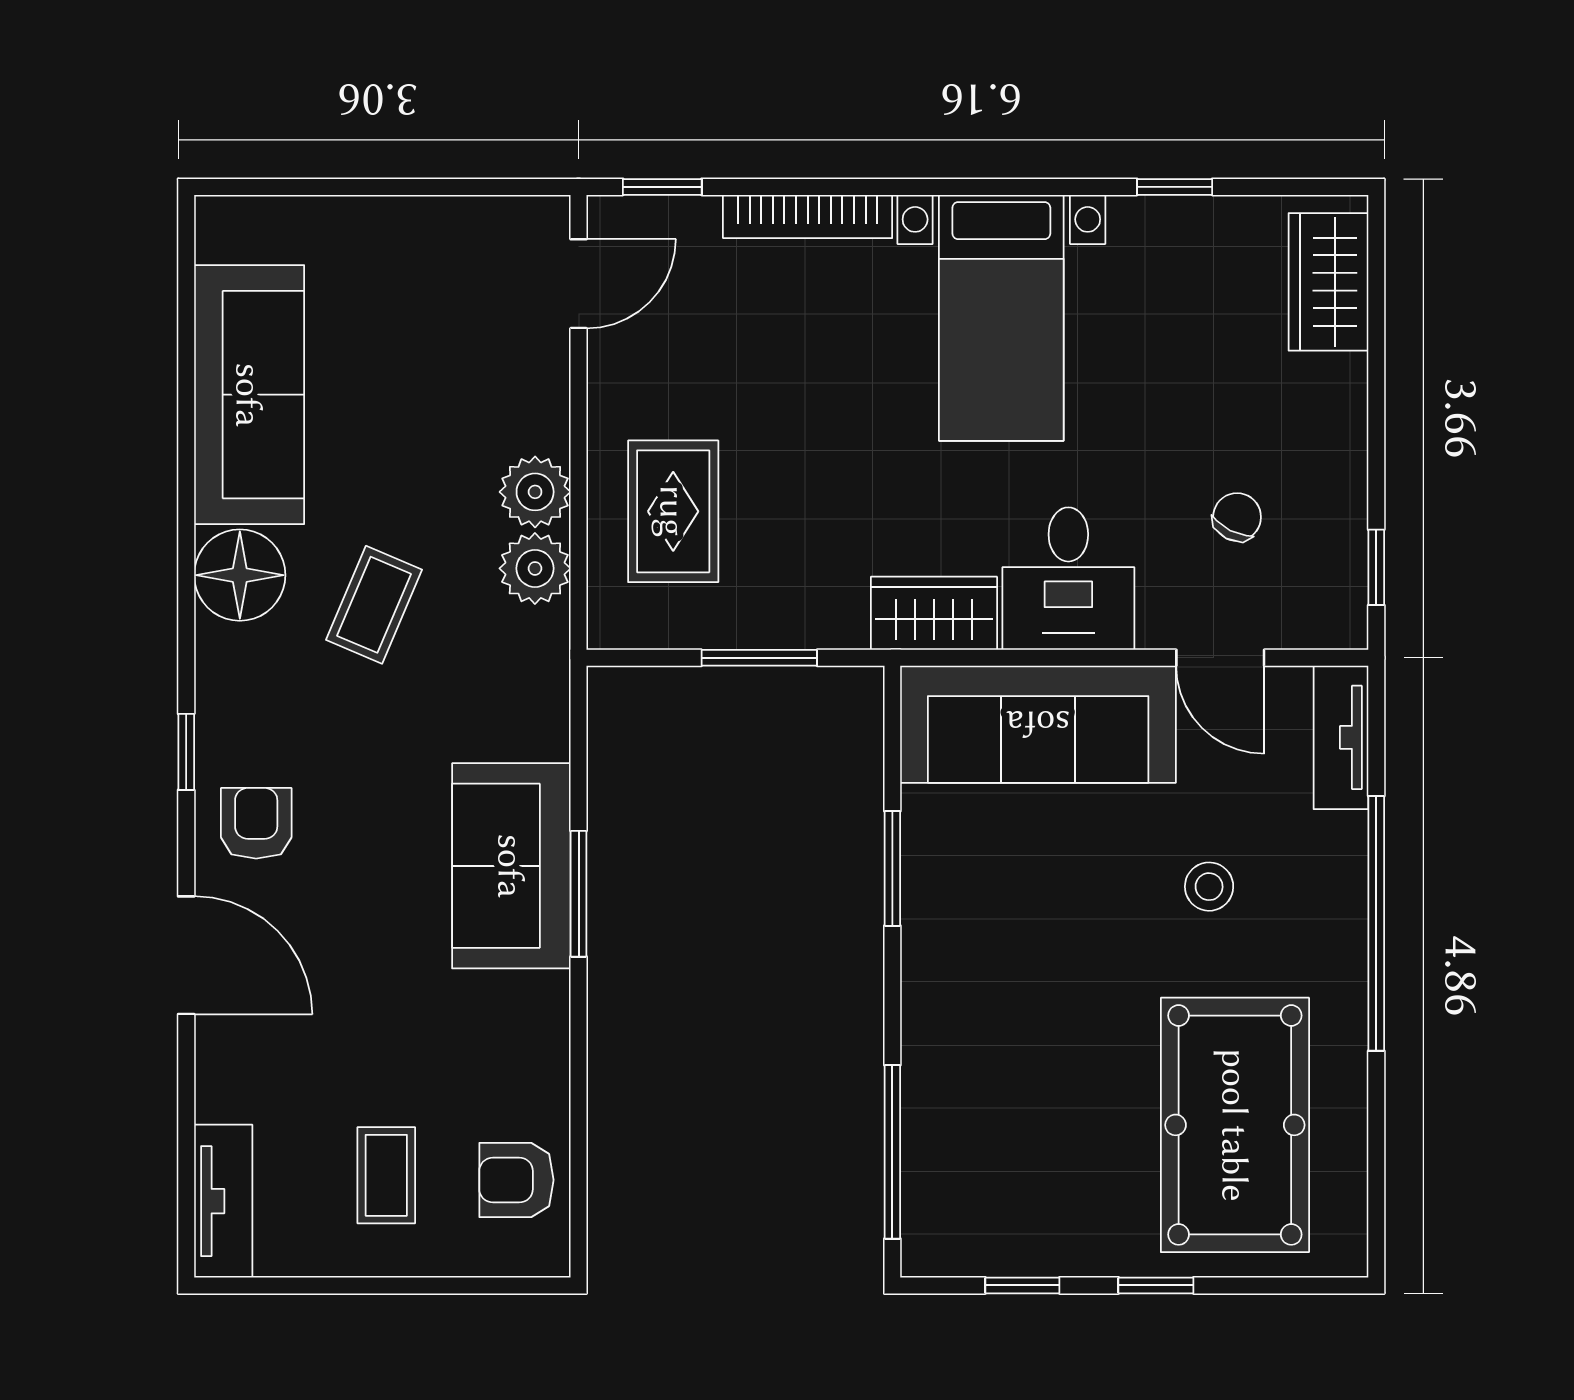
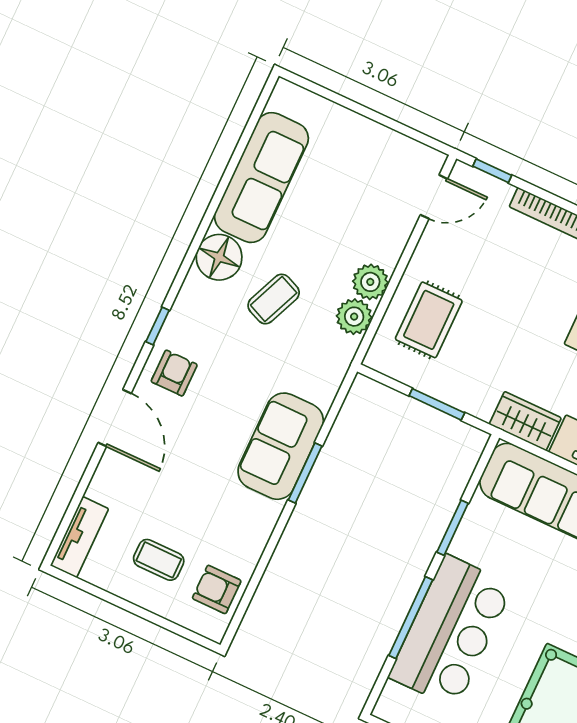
bar counter: (976, 1057) -> (451, 631), added
window: (892, 1152) -> (411, 618), moved
coffee table: (386, 1175) -> (159, 560), turned 90

